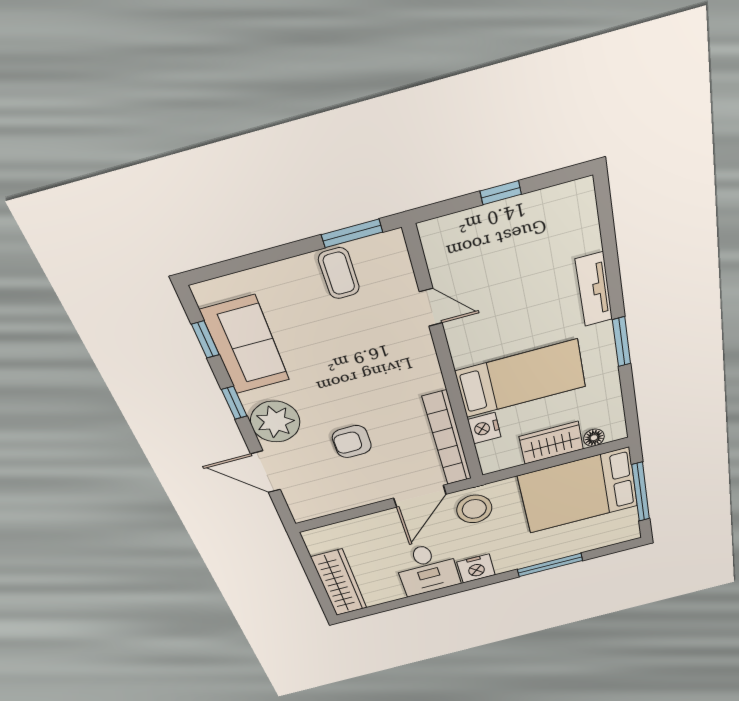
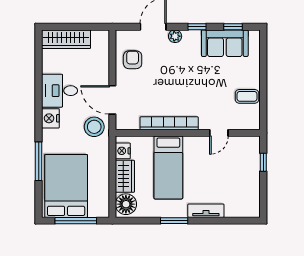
window: (501, 193) -> (263, 162), moved
window: (352, 233) -> (263, 108), removed
plant: (275, 422) -> (175, 36), width x0.53, depth x0.53
nightstand: (484, 428) -> (123, 151), moved, turned -90
floor lamp: (594, 438) -> (126, 204), width x1.89, depth x1.89
bookcase: (447, 439) -> (169, 123), moved
armchair: (352, 442) -> (133, 60), moved
bed: (579, 491) -> (66, 186), moved

